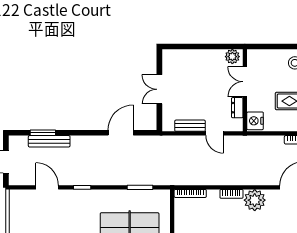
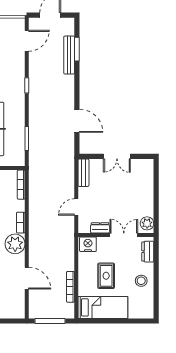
dresser: (263, 56) -> (148, 252), added
double door: (159, 89) -> (117, 156), swing flipped
bench: (190, 126) -> (83, 173), moved
door: (47, 187) -> (27, 41), moved

